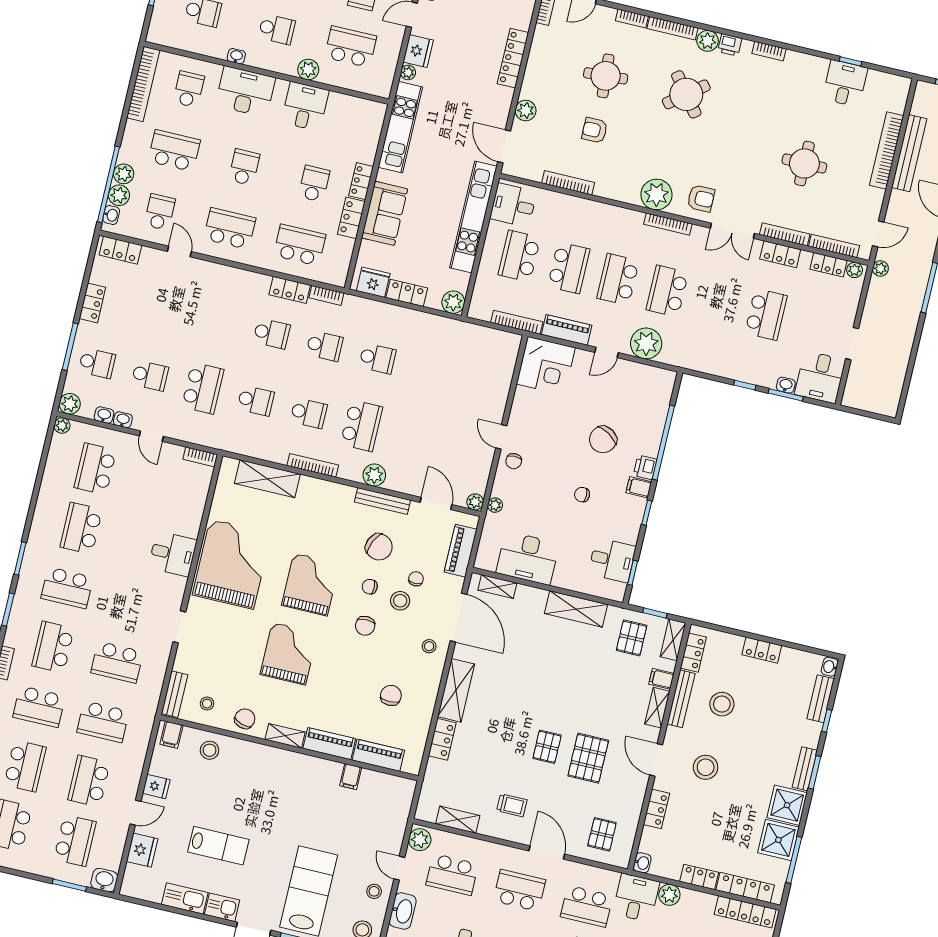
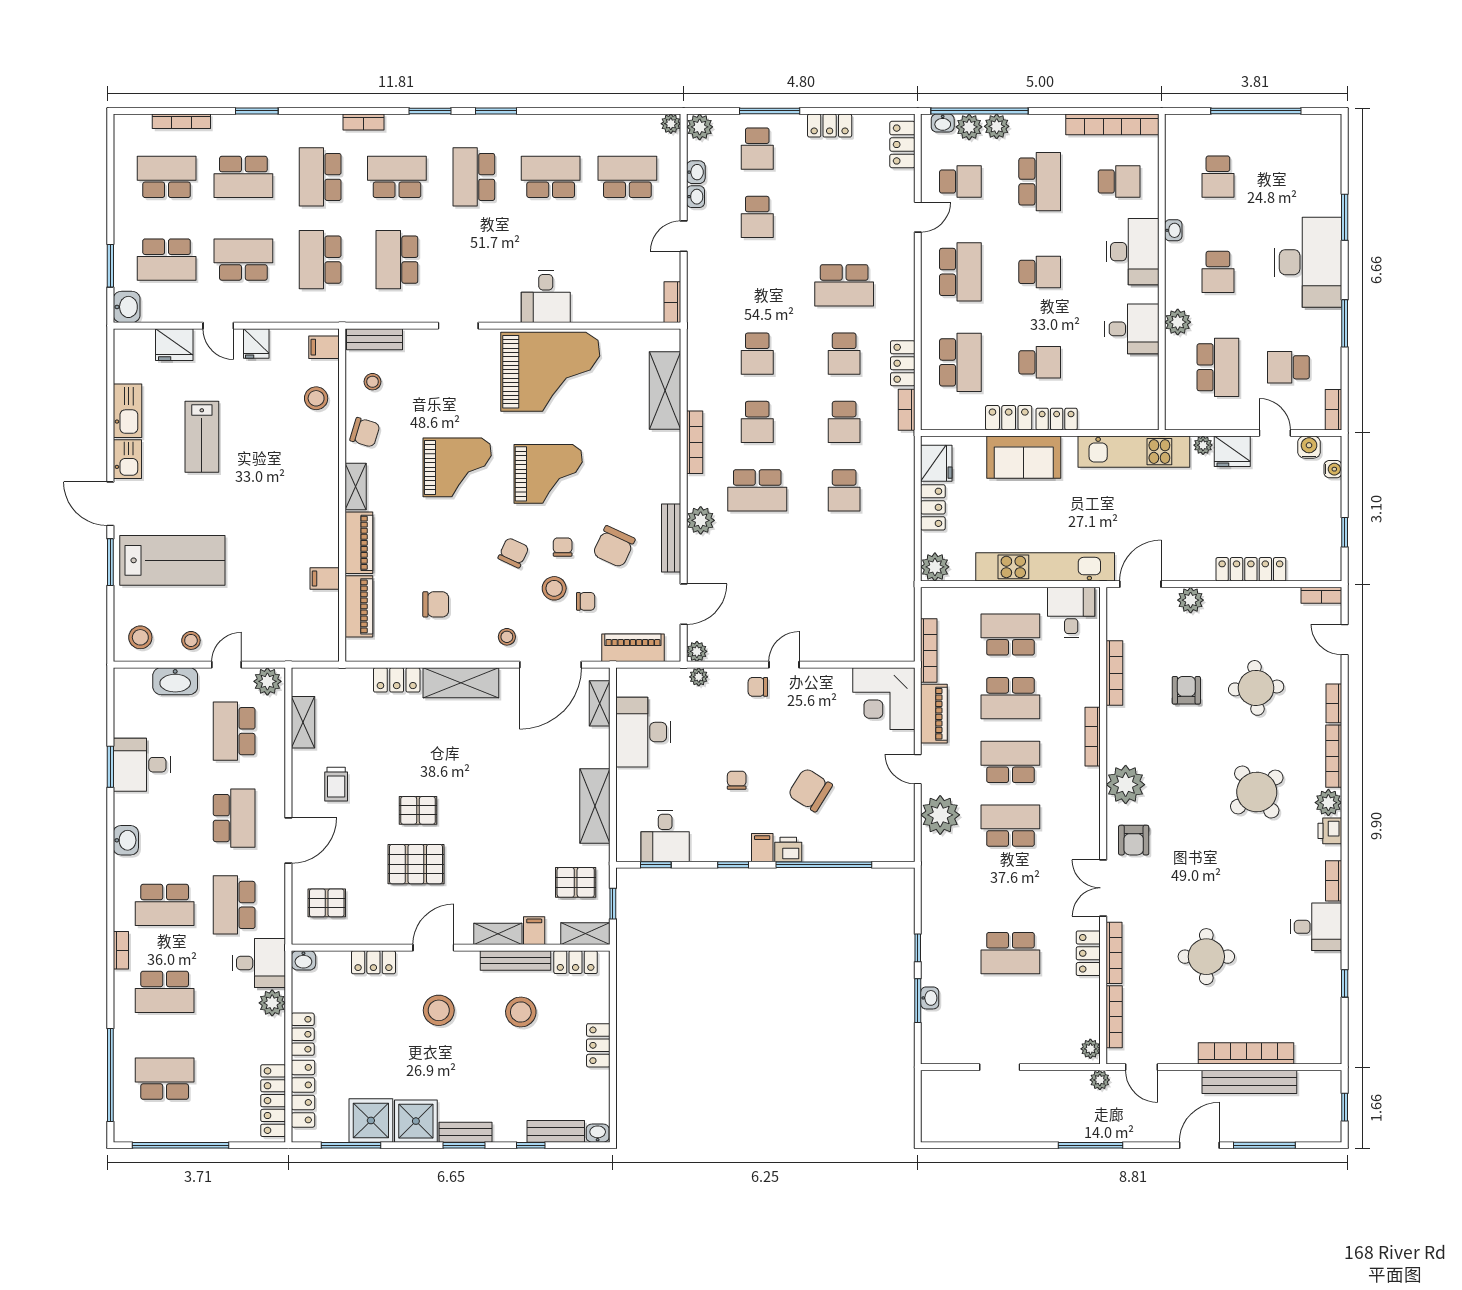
desk: (845, 83) -> (1316, 927), moved
bookcase: (668, 224) -> (1093, 737), moved
locker: (829, 265) -> (1089, 1015), removed
desk: (820, 377) -> (949, 1038), removed
school desk: (203, 388) -> (844, 285), moved
chair: (365, 626) -> (513, 553), turned 115

